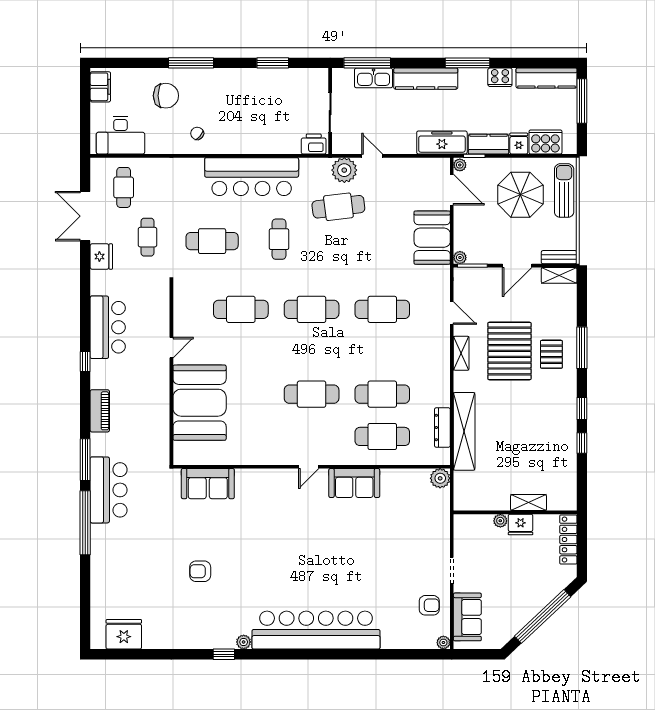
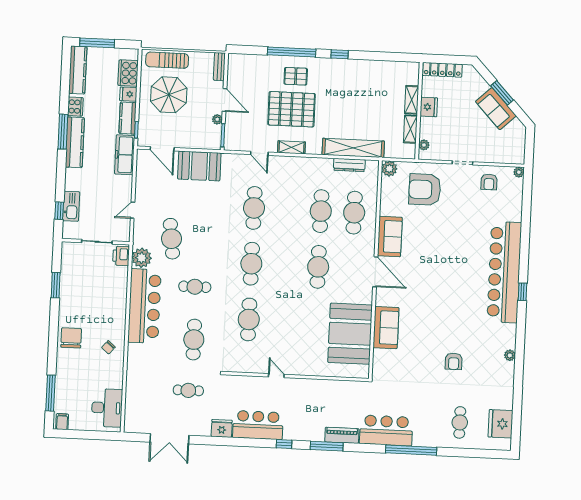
window: (191, 63) -> (51, 393), moved
window: (367, 63) -> (59, 211), width x0.46
kitchen counter: (426, 79) -> (75, 142), moved
filing cabinet: (100, 87) -> (62, 422), width x0.50
chair: (166, 96) -> (71, 338), moved
plant: (460, 165) -> (143, 141), removed
plant: (344, 170) -> (142, 258), moved
cafe table: (124, 187) -> (460, 422), moved, turned 90
door: (452, 190) -> (162, 149), swing flipped
fridge: (101, 257) -> (222, 428), moved
plant: (460, 258) -> (217, 119), moved
shelving: (559, 275) -> (410, 129), moved
door: (452, 313) -> (259, 153), swing flipped
window: (582, 348) -> (292, 52), width x1.46
booth: (200, 403) -> (350, 334), moved, turned 90
piano: (100, 411) -> (342, 435), moved
window: (582, 443) -> (367, 56), removed
window: (85, 460) -> (327, 446), moved
door: (309, 467) -> (375, 272), width x1.87
sofa: (208, 484) -> (386, 328), moved
plant: (500, 521) -> (424, 145), moved
armchair: (416, 524) -> (425, 190), added
armchair: (429, 605) -> (489, 182), turned 180
window: (543, 616) -> (502, 93), width x0.47
sofa: (467, 617) -> (496, 109), moved, turned -133
plant: (244, 642) -> (510, 355), moved
window: (224, 654) -> (522, 292), moved

